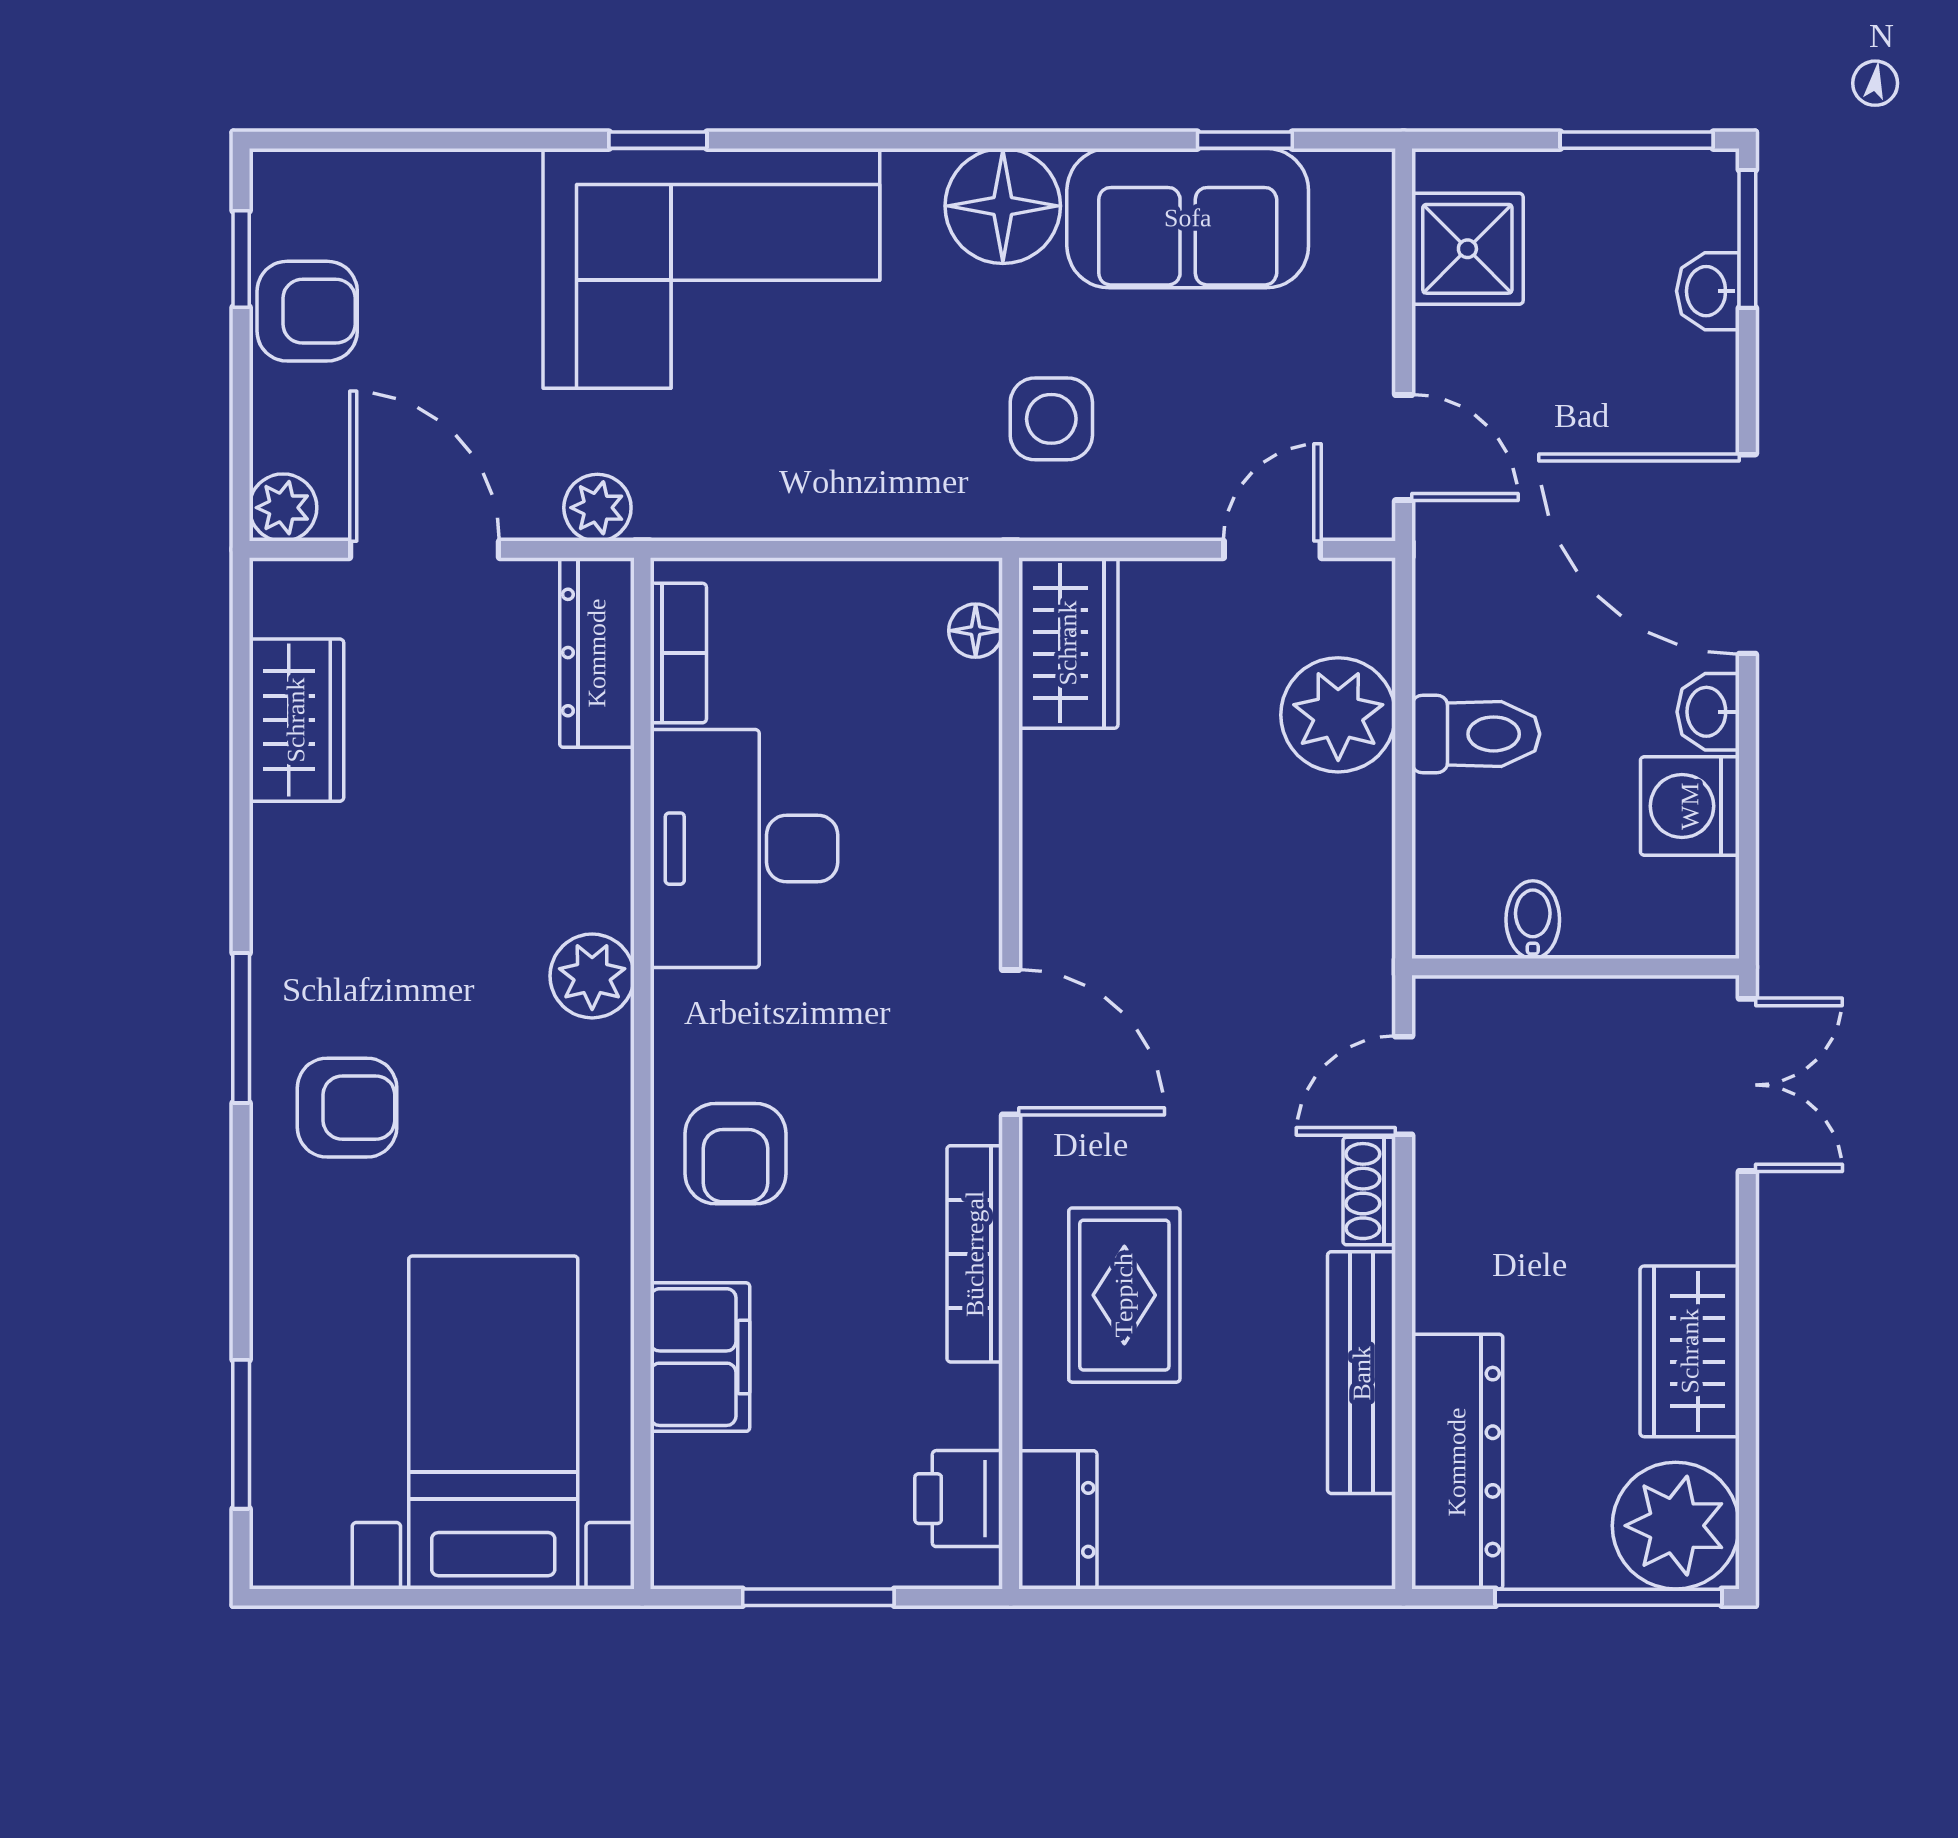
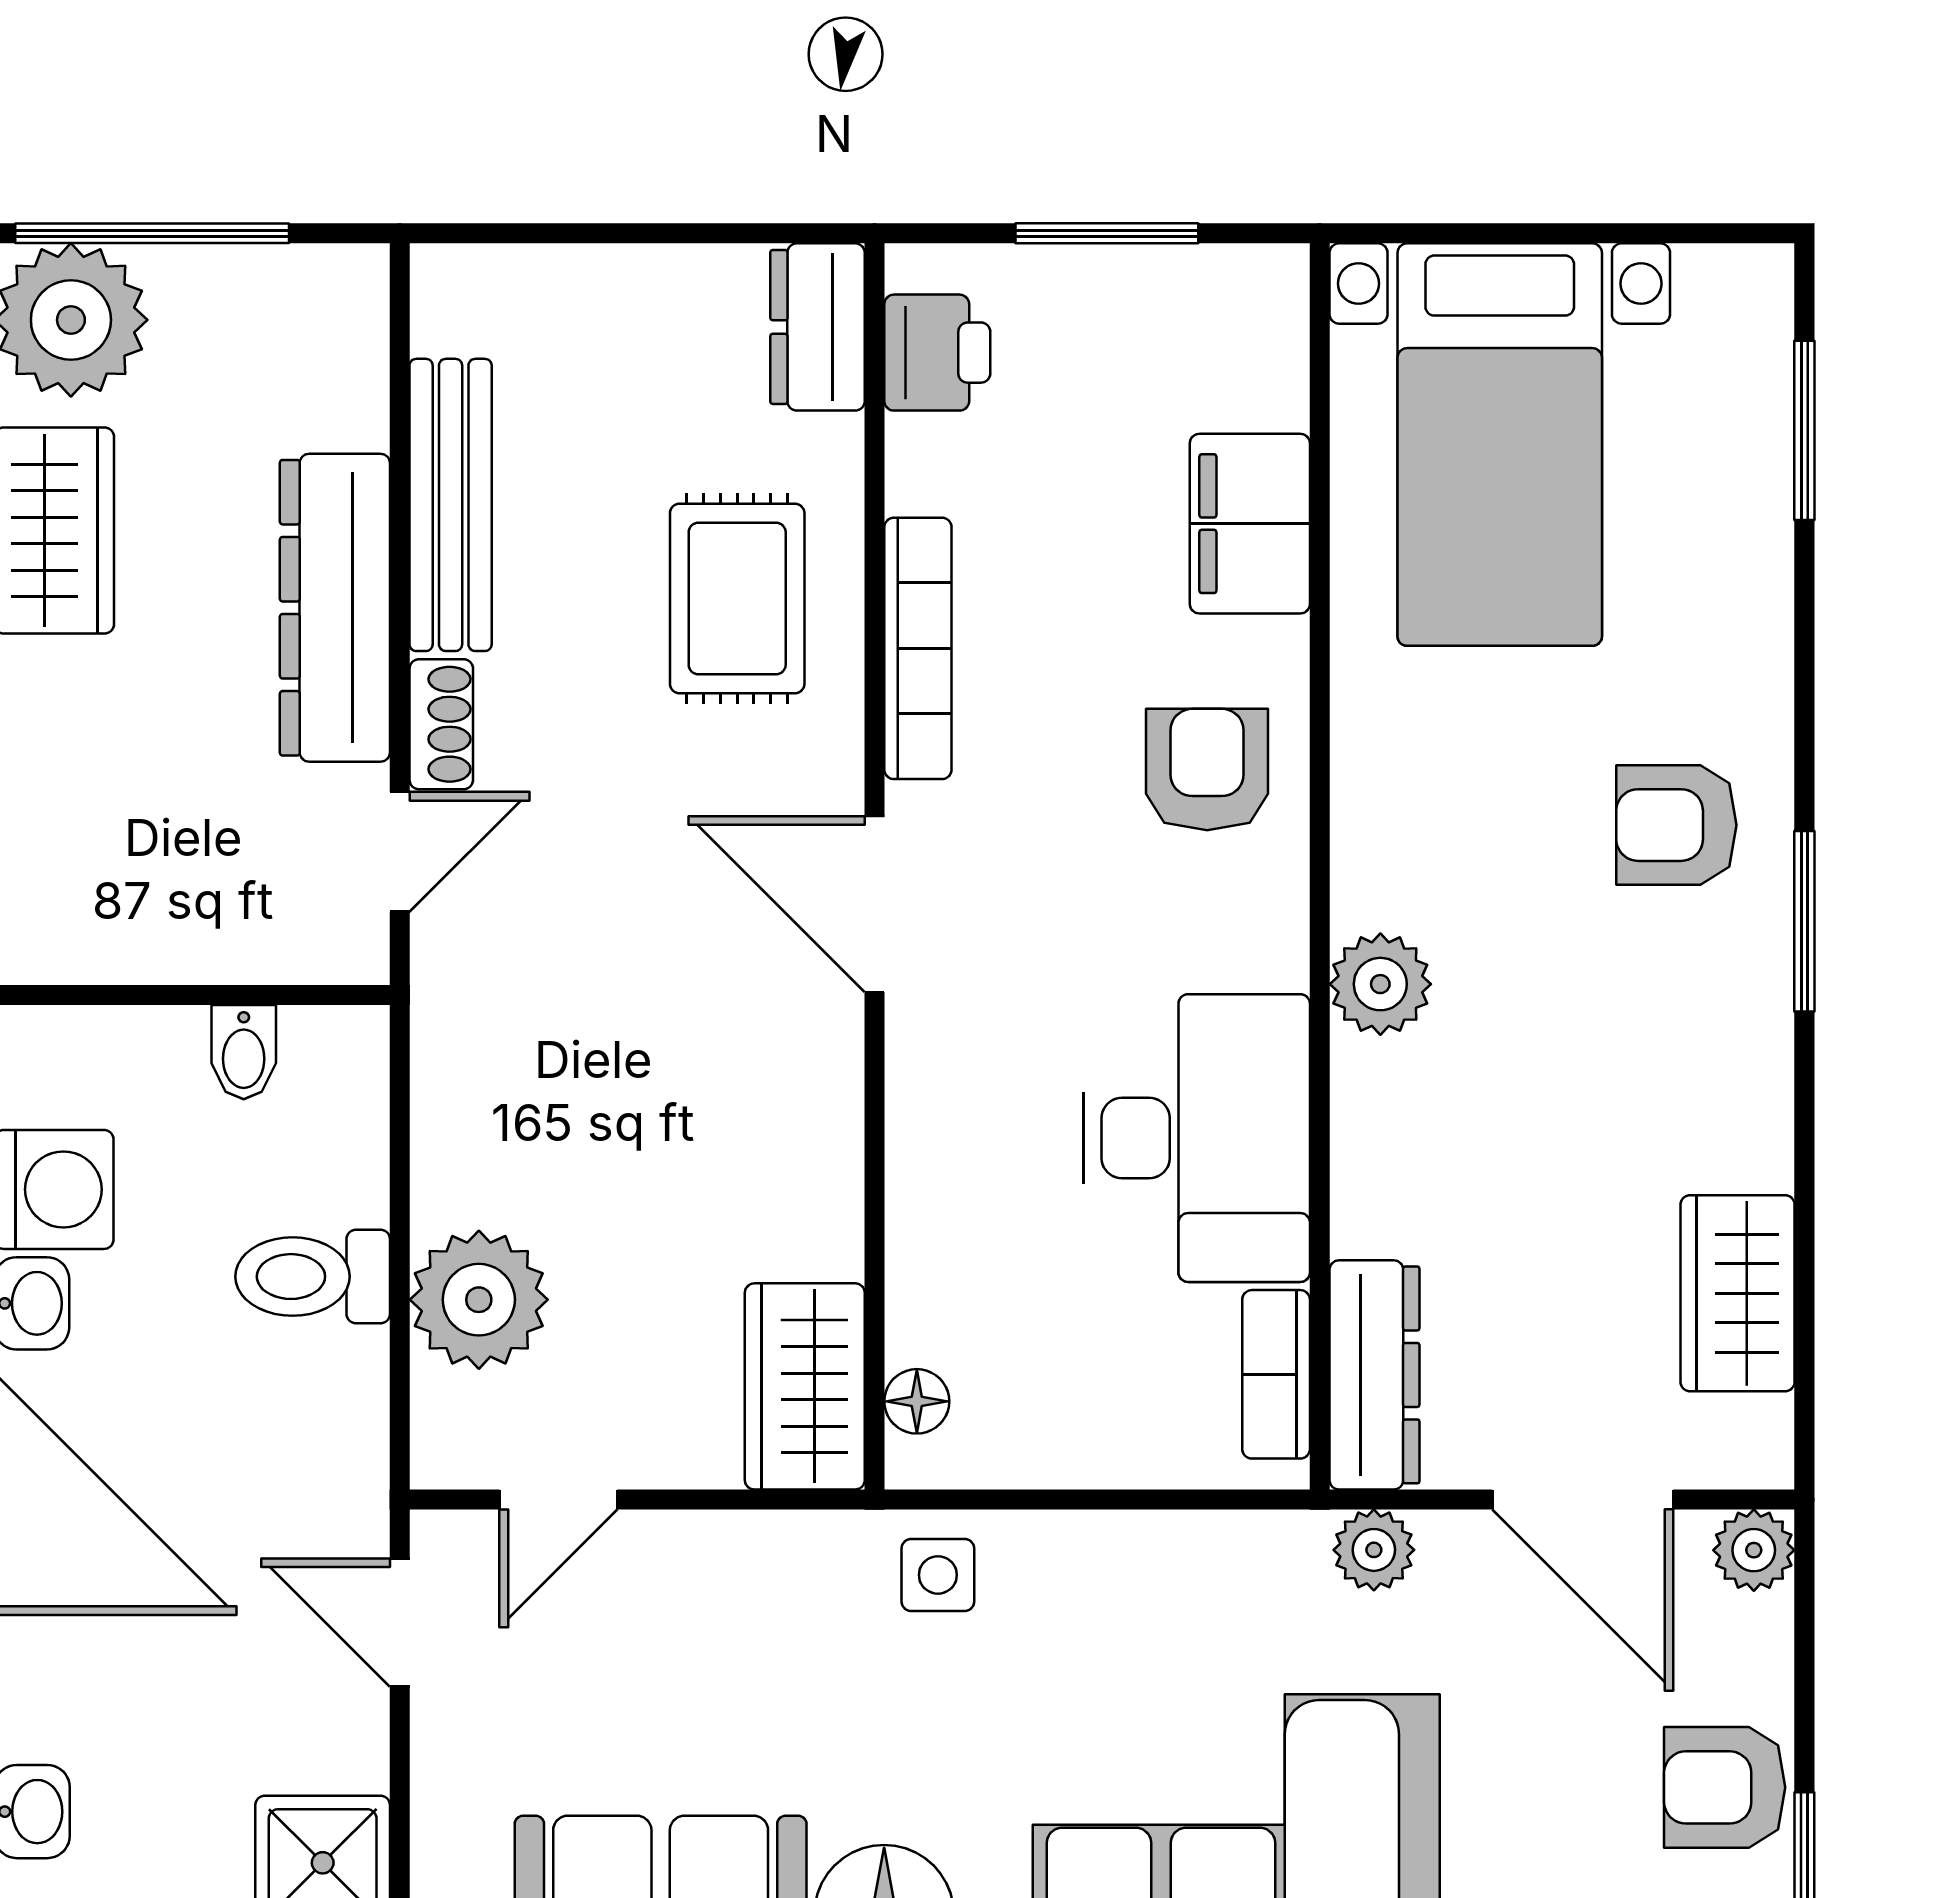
side table: (1051, 419) -> (938, 1575), moved, width x0.73, depth x0.73
dresser: (1457, 1462) -> (335, 608), moved

